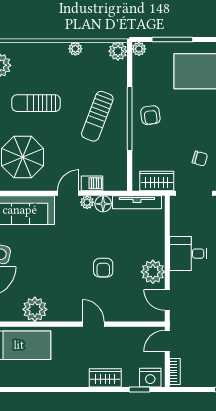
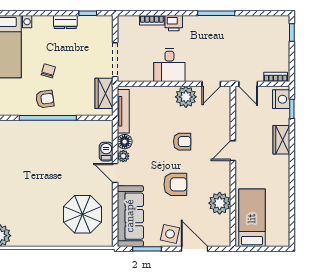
sun lounger: (36, 103) -> (34, 202), removed
sun lounger: (97, 116) -> (46, 147), removed
chair: (200, 159) -> (48, 71), moved
armchair: (56, 260) -> (175, 184), added

